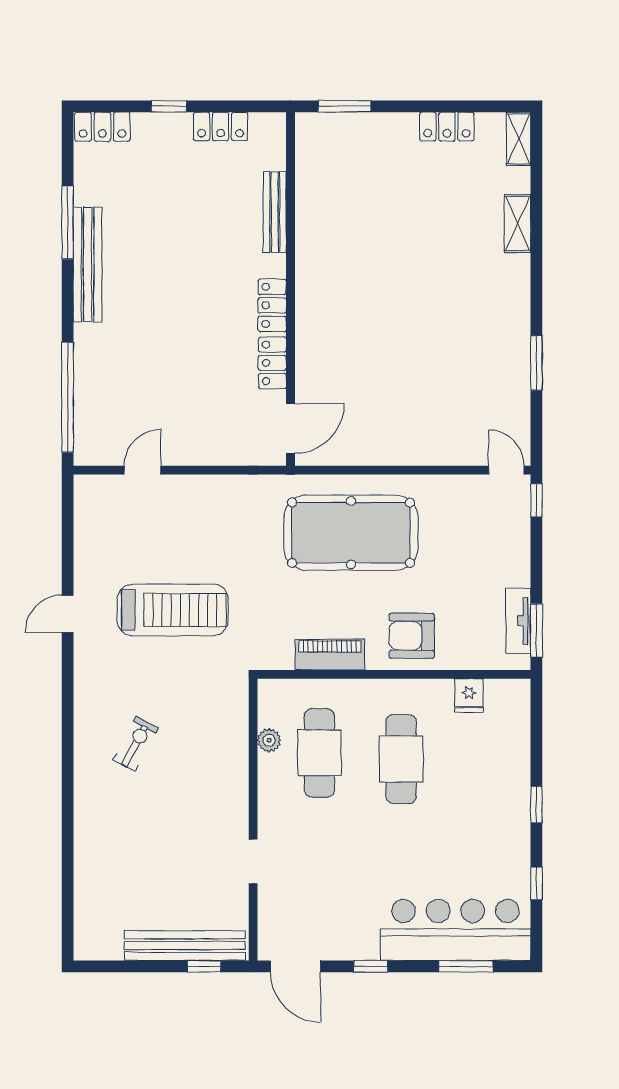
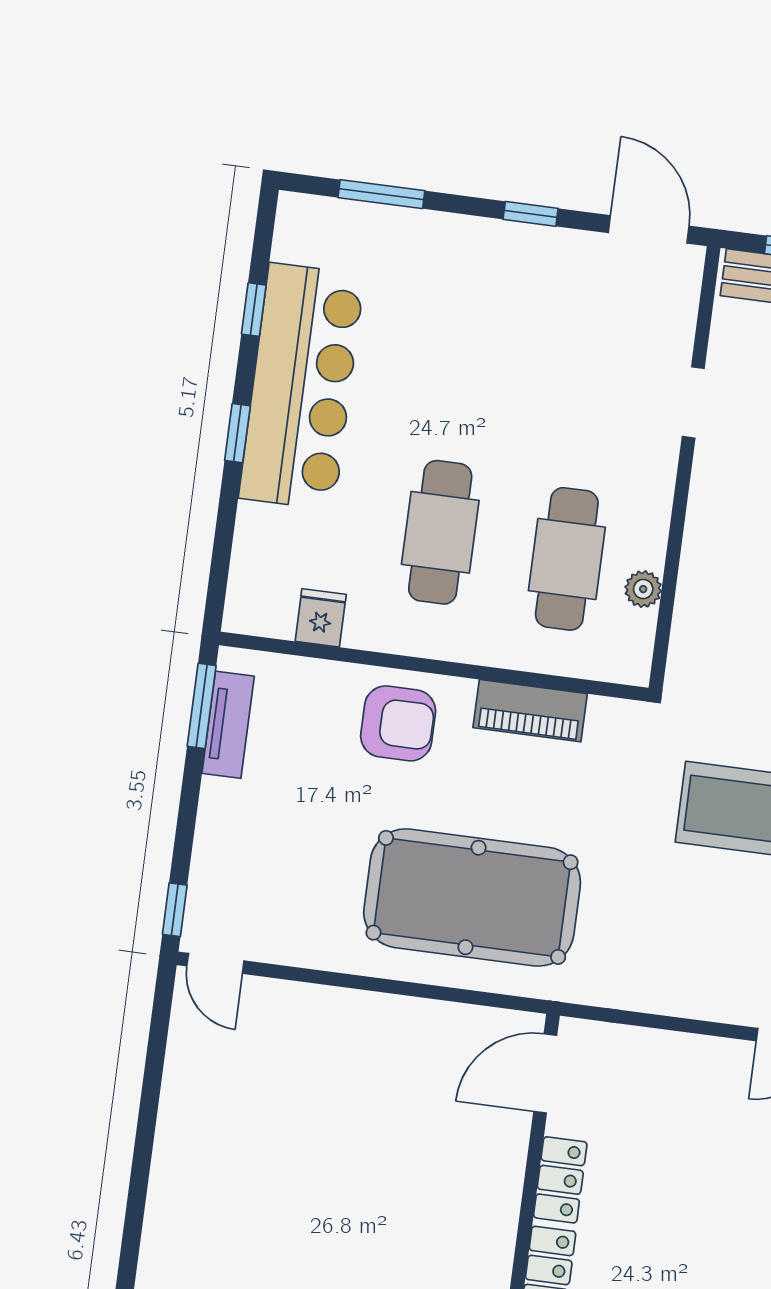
window: (536, 363) -> (146, 1125), removed
bar counter: (455, 930) -> (302, 386), moved, turned -90

